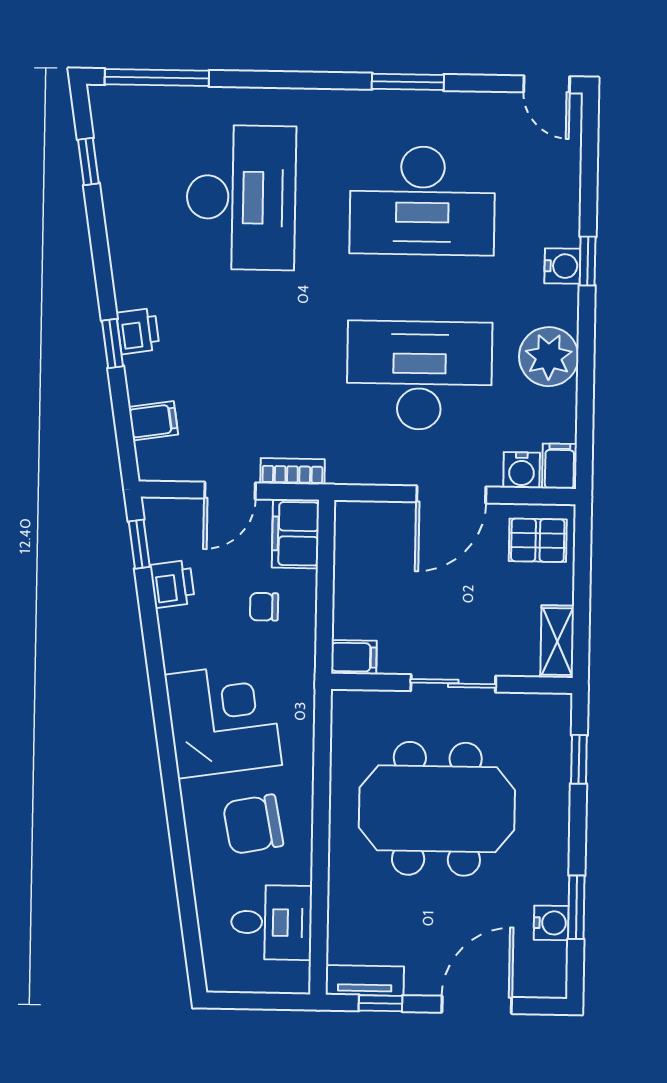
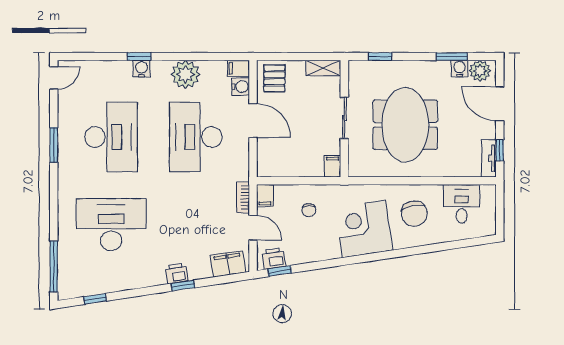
filing cabinet: (153, 421) -> (228, 264), width x2.00
filing cabinet: (295, 534) -> (265, 196), width x0.50
printer: (172, 584) -> (274, 258), moved
plant: (546, 965) -> (480, 71), added

